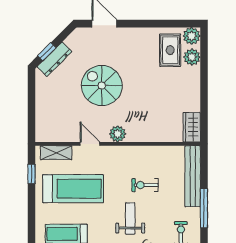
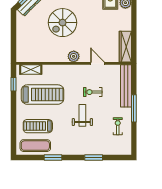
spiral stairs: (102, 86) -> (63, 23), turned -90
wardrobe: (192, 127) -> (125, 47), width x1.50
door: (90, 144) -> (97, 63), moved

